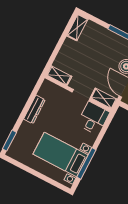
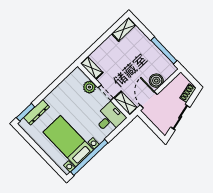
plant: (63, 95) -> (89, 87), added
dresser: (34, 109) -> (37, 112), moved
window: (86, 163) -> (89, 157), width x1.46

